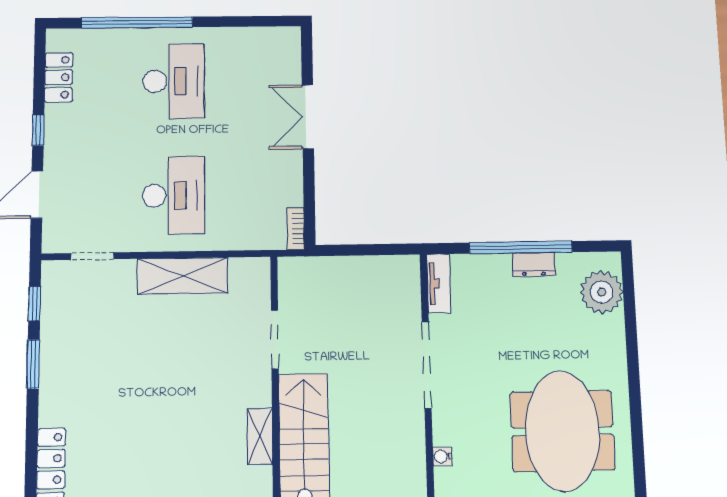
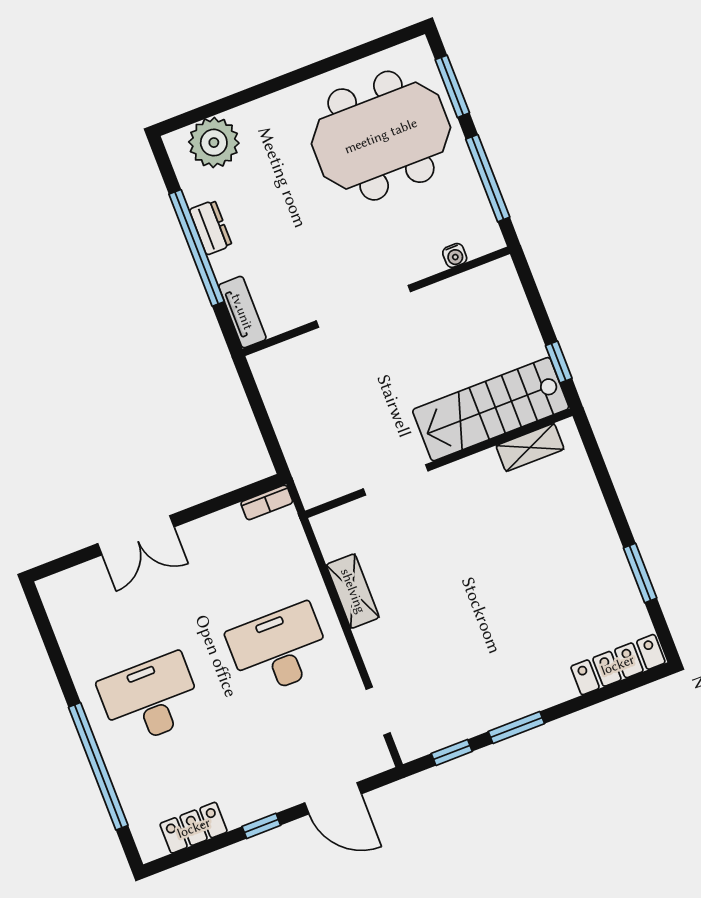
shelving: (182, 276) -> (353, 591), width x0.67, depth x0.75
tv unit: (439, 283) -> (242, 312), moved, turned 90
shelving: (260, 436) -> (530, 447), moved

